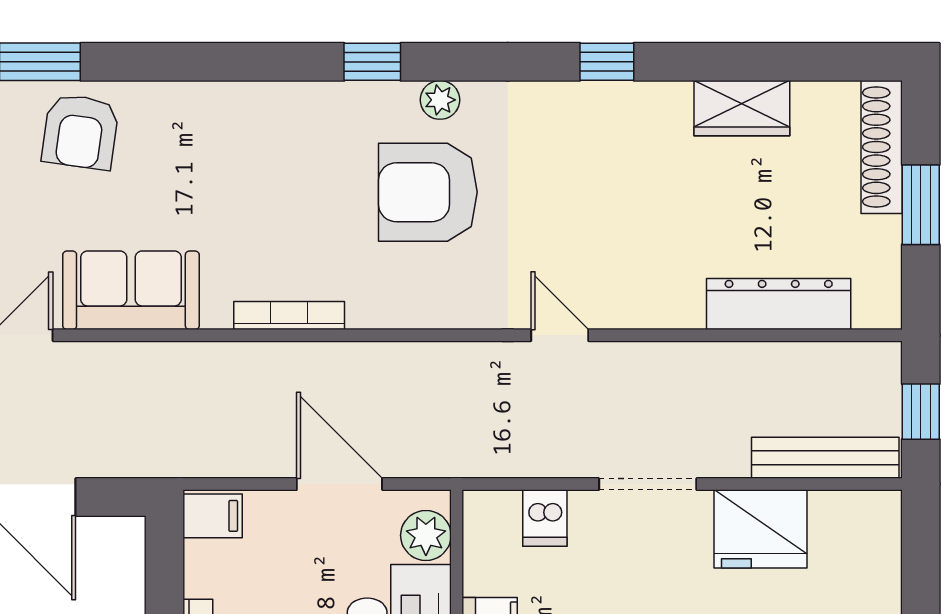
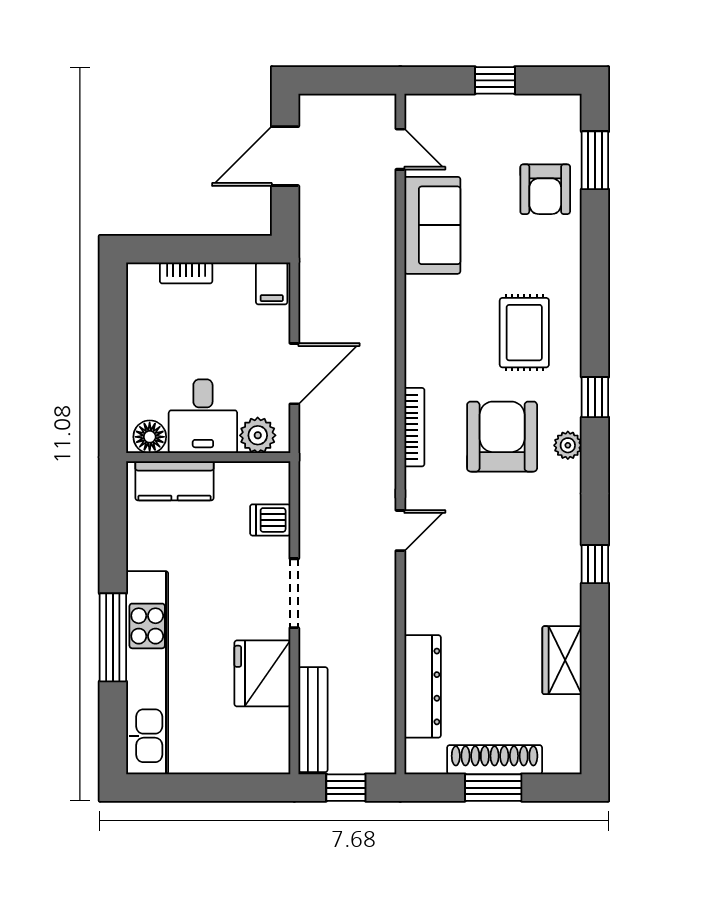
armchair: (80, 132) -> (545, 189), turned -98
shoe rack: (882, 147) -> (495, 760), moved
rug: (282, 161) -> (524, 333), added
bookcase: (289, 316) -> (414, 427), moved

